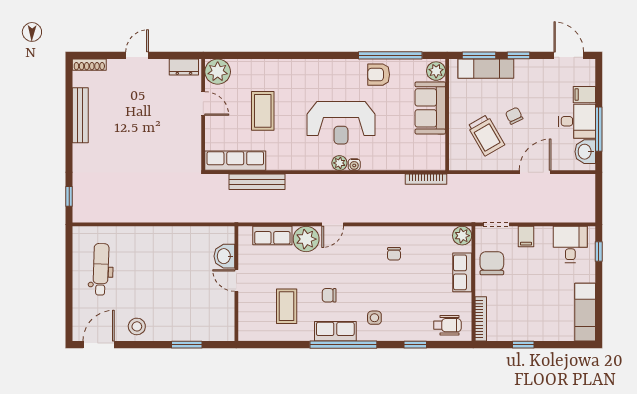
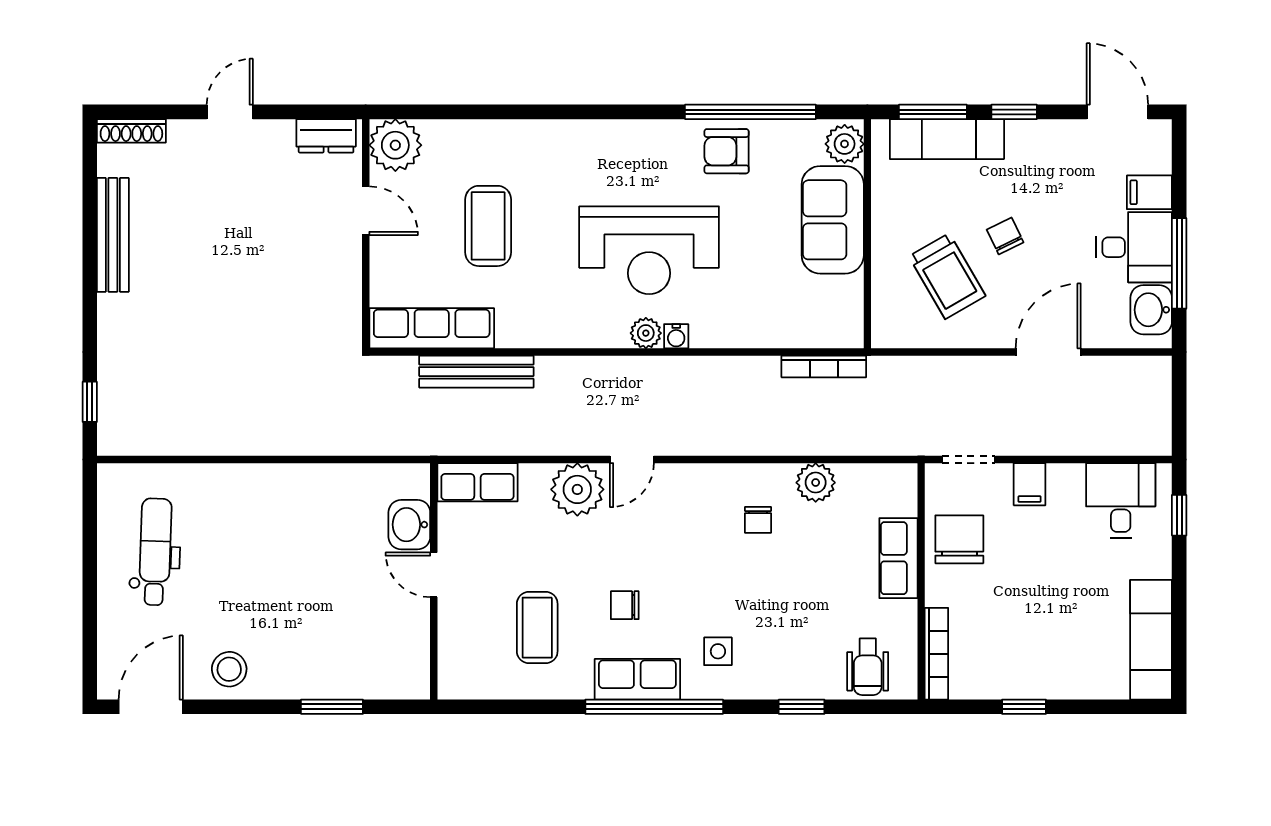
row of seats: (272, 236) -> (477, 482), moved
plant: (462, 236) -> (816, 483), moved
wheelchair: (447, 325) -> (868, 667), turned 90

